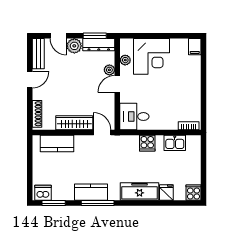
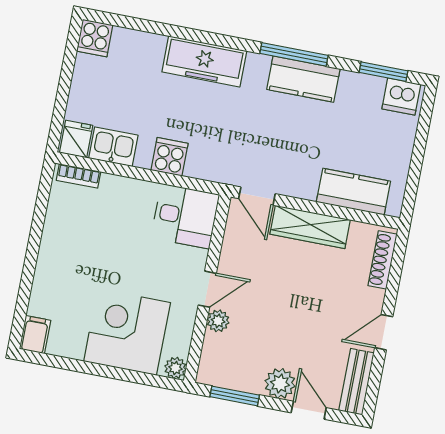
dresser: (99, 45) -> (230, 376), removed
plant: (125, 60) -> (175, 368), moved
fridge: (166, 192) -> (76, 139), moved, turned 180

